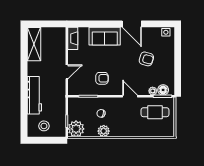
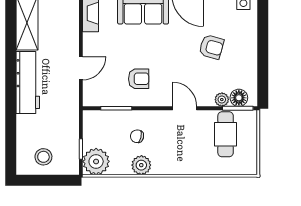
workbench: (34, 95) -> (28, 83), moved
cafe table: (155, 112) -> (226, 134), turned 90

